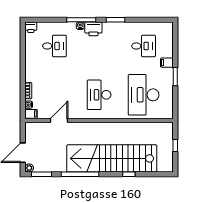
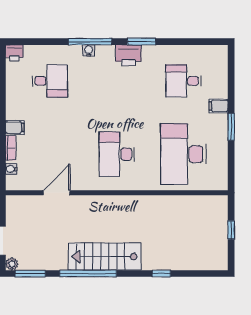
printer: (93, 29) -> (128, 55), moved
desk: (144, 46) -> (184, 81), turned 180
filing cabinet: (31, 114) -> (15, 127), moved
stairs: (112, 158) -> (105, 257), width x0.54, depth x0.66

